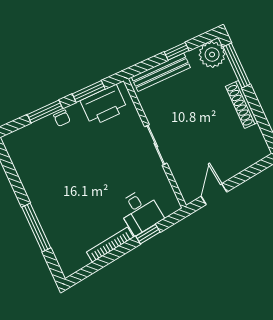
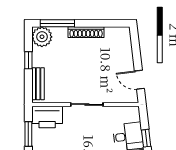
bench: (161, 72) -> (38, 84), width x0.73
printer: (104, 105) -> (47, 117), moved, turned 90

